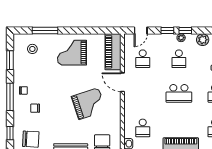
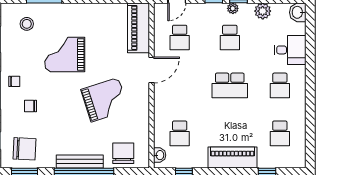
grand piano: (72, 53) -> (65, 54), moved
door: (122, 82) -> (152, 70), swing flipped

